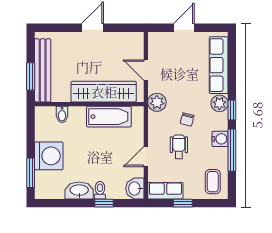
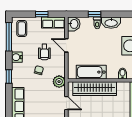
plant: (219, 103) -> (17, 81), removed
window: (232, 150) -> (9, 37), moved
door: (146, 156) -> (66, 45), swing flipped

